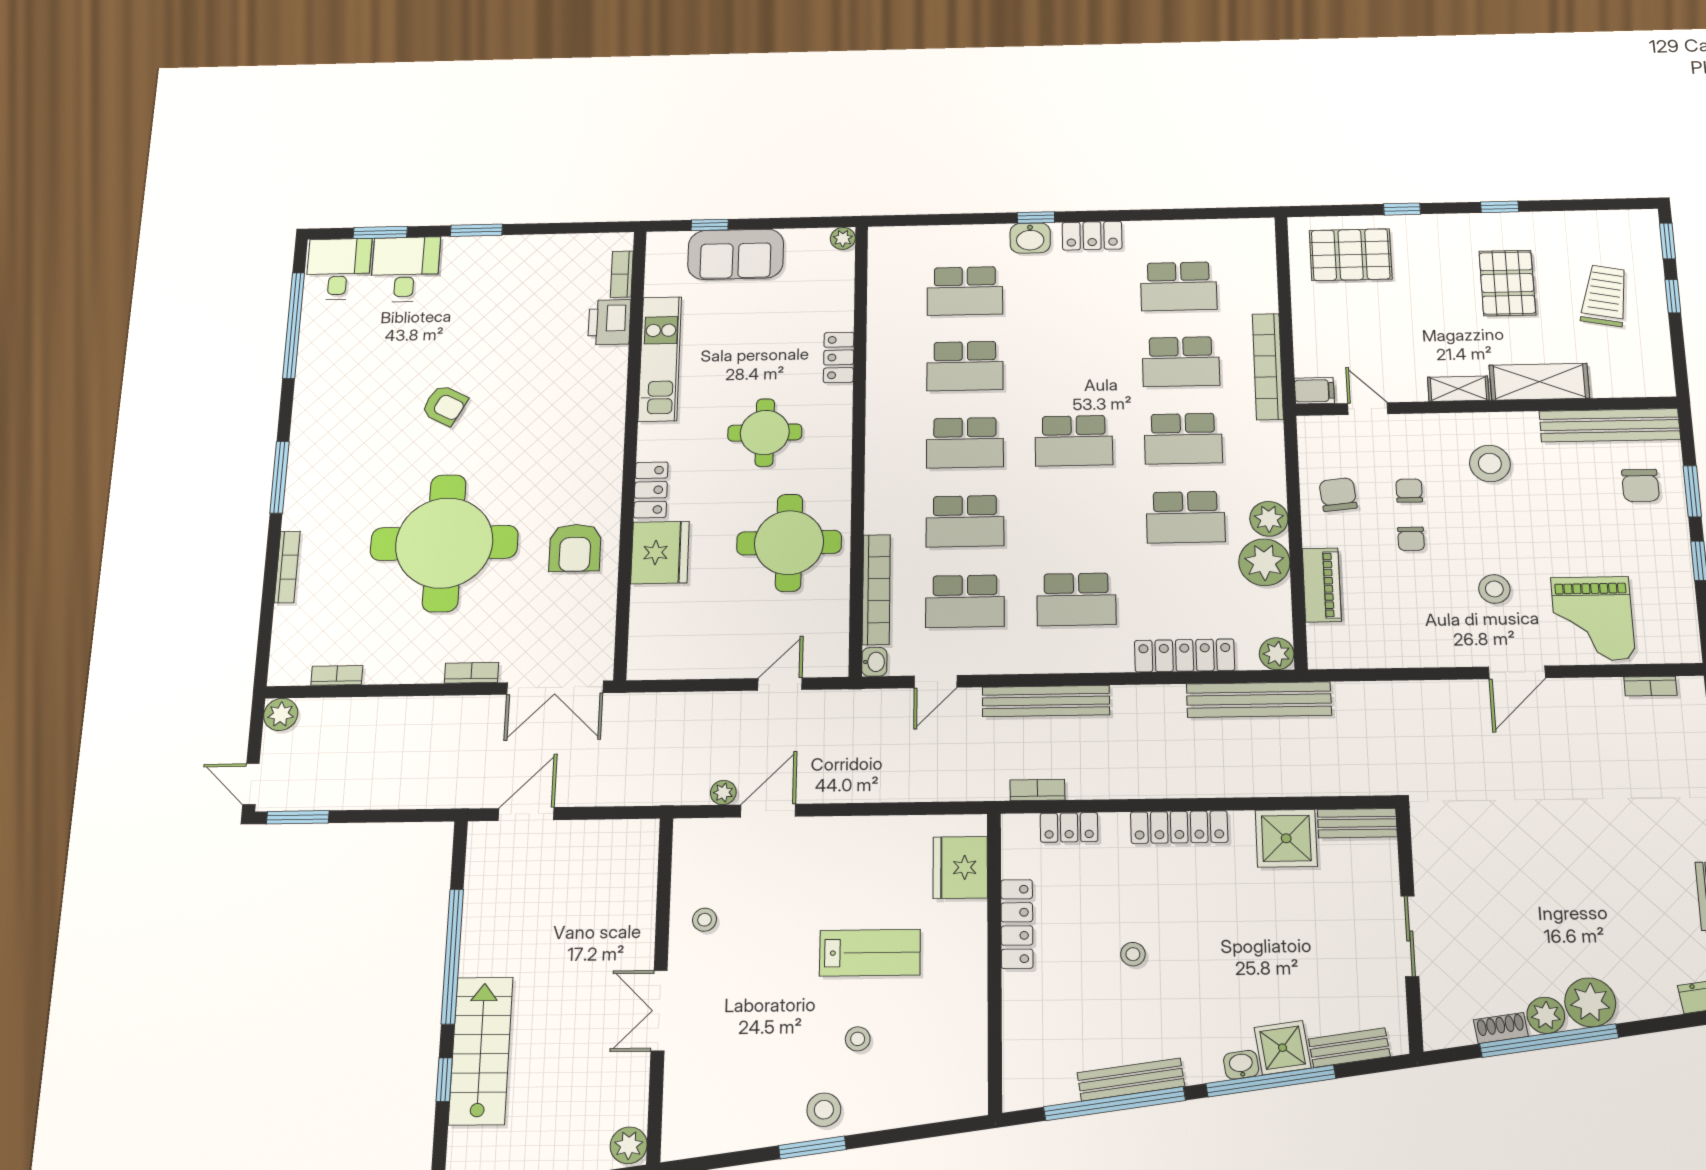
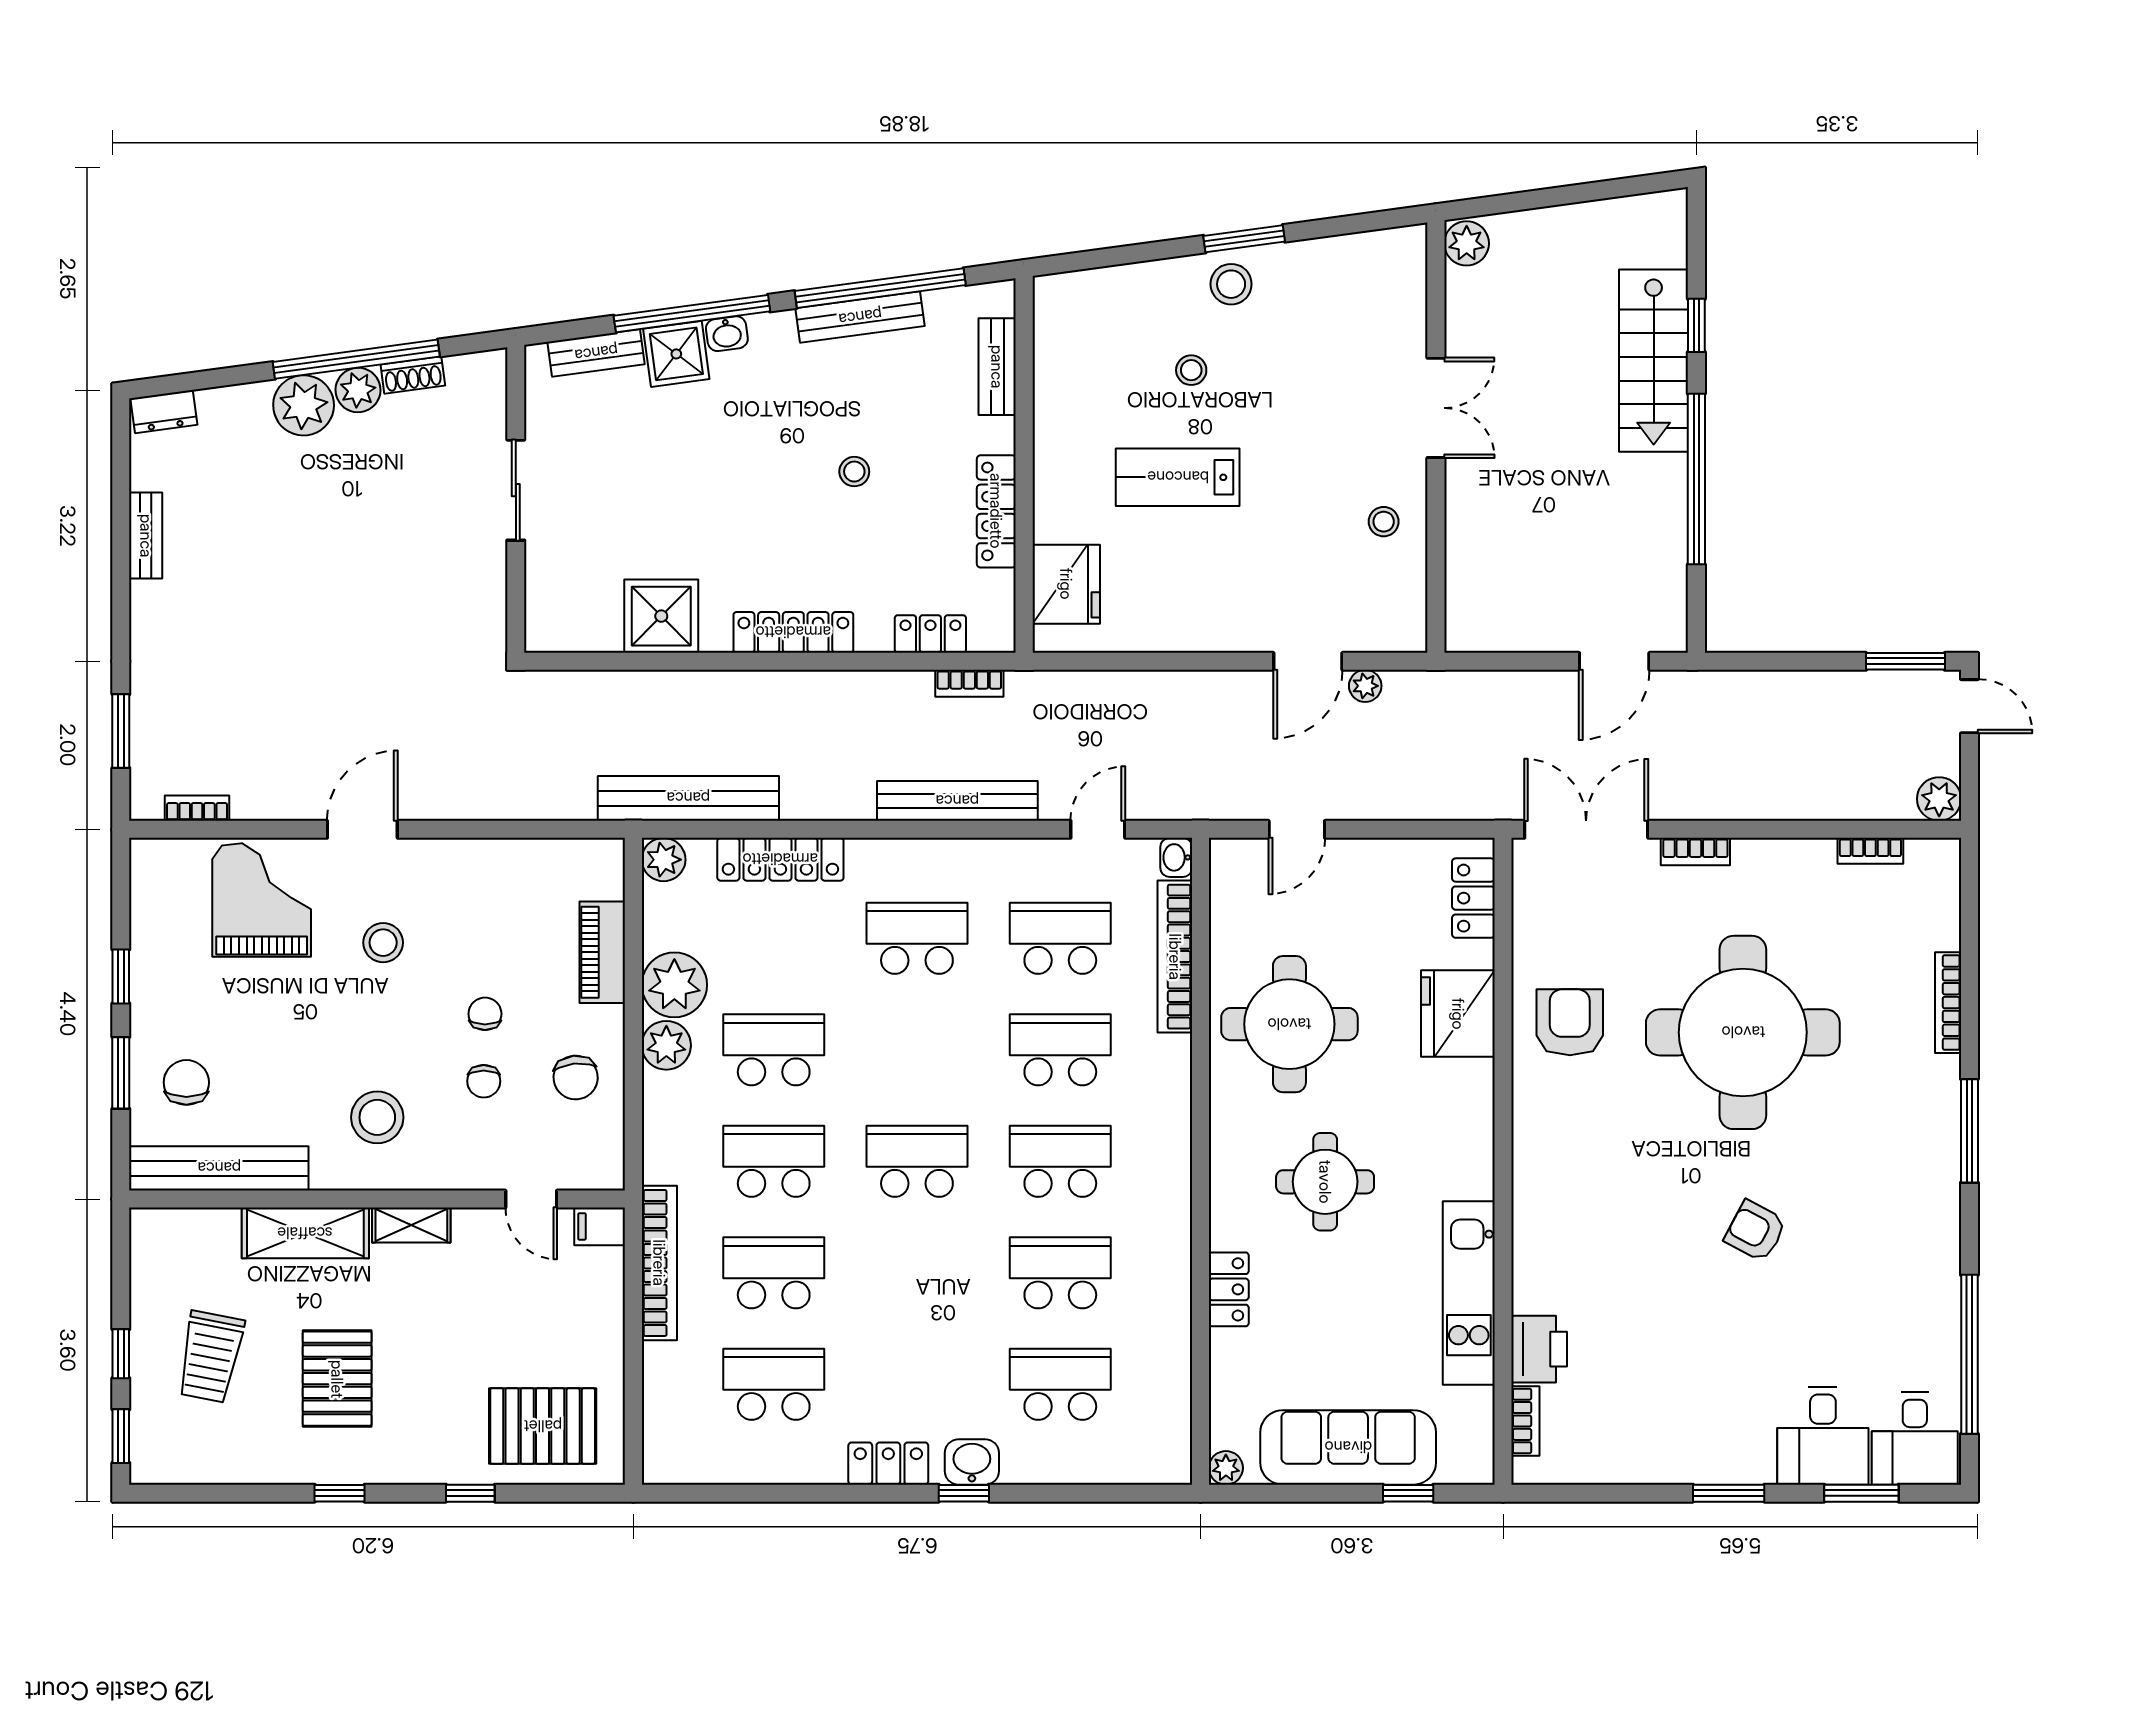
sofa: (736, 254) -> (1348, 1447), width x1.36
locker: (651, 490) -> (1473, 898), moved
bench: (1357, 823) -> (997, 367), moved, turned 90

